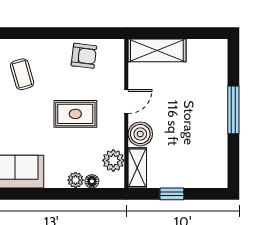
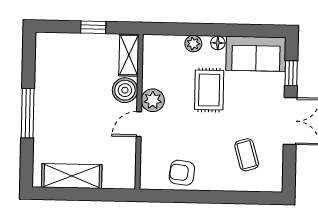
shelving: (157, 50) -> (72, 176), moved
rug: (75, 114) -> (209, 90), moved, turned 90
plant: (113, 160) -> (153, 100), moved
floor lamp: (92, 181) -> (218, 43), moved

